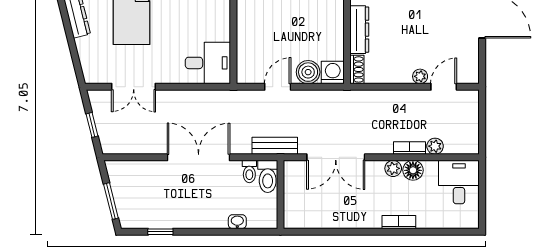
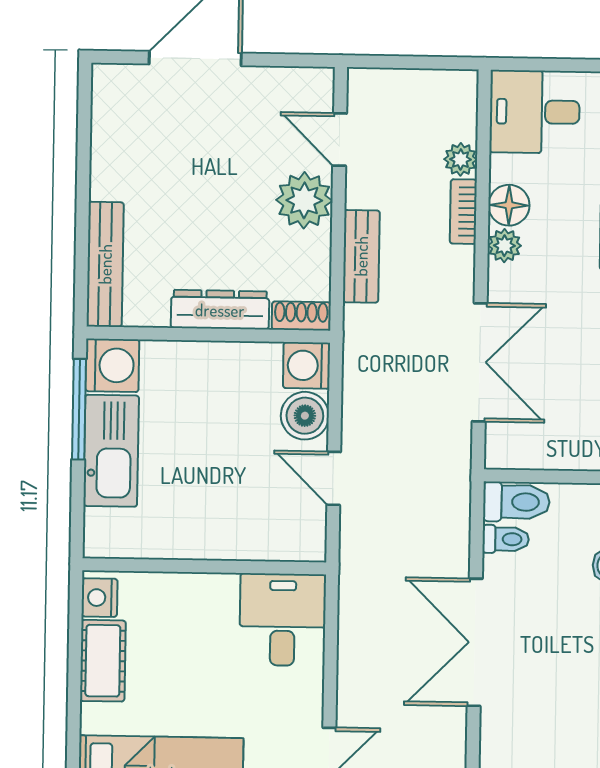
plant: (420, 76) -> (304, 200), width x1.88, depth x1.88
bench: (275, 146) -> (361, 256), moved

